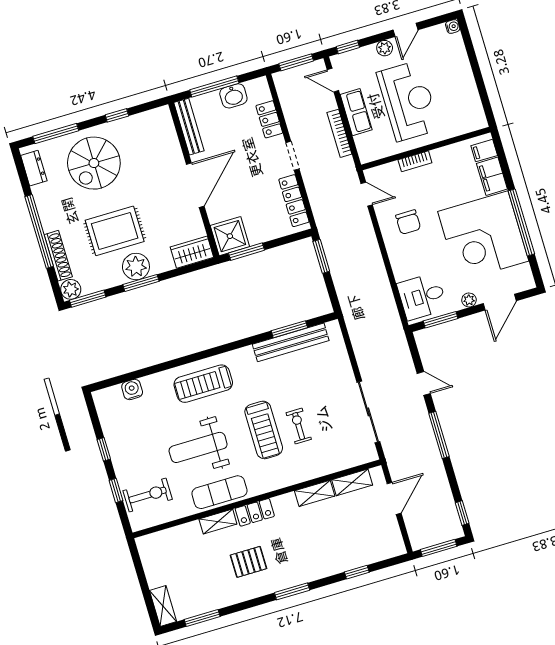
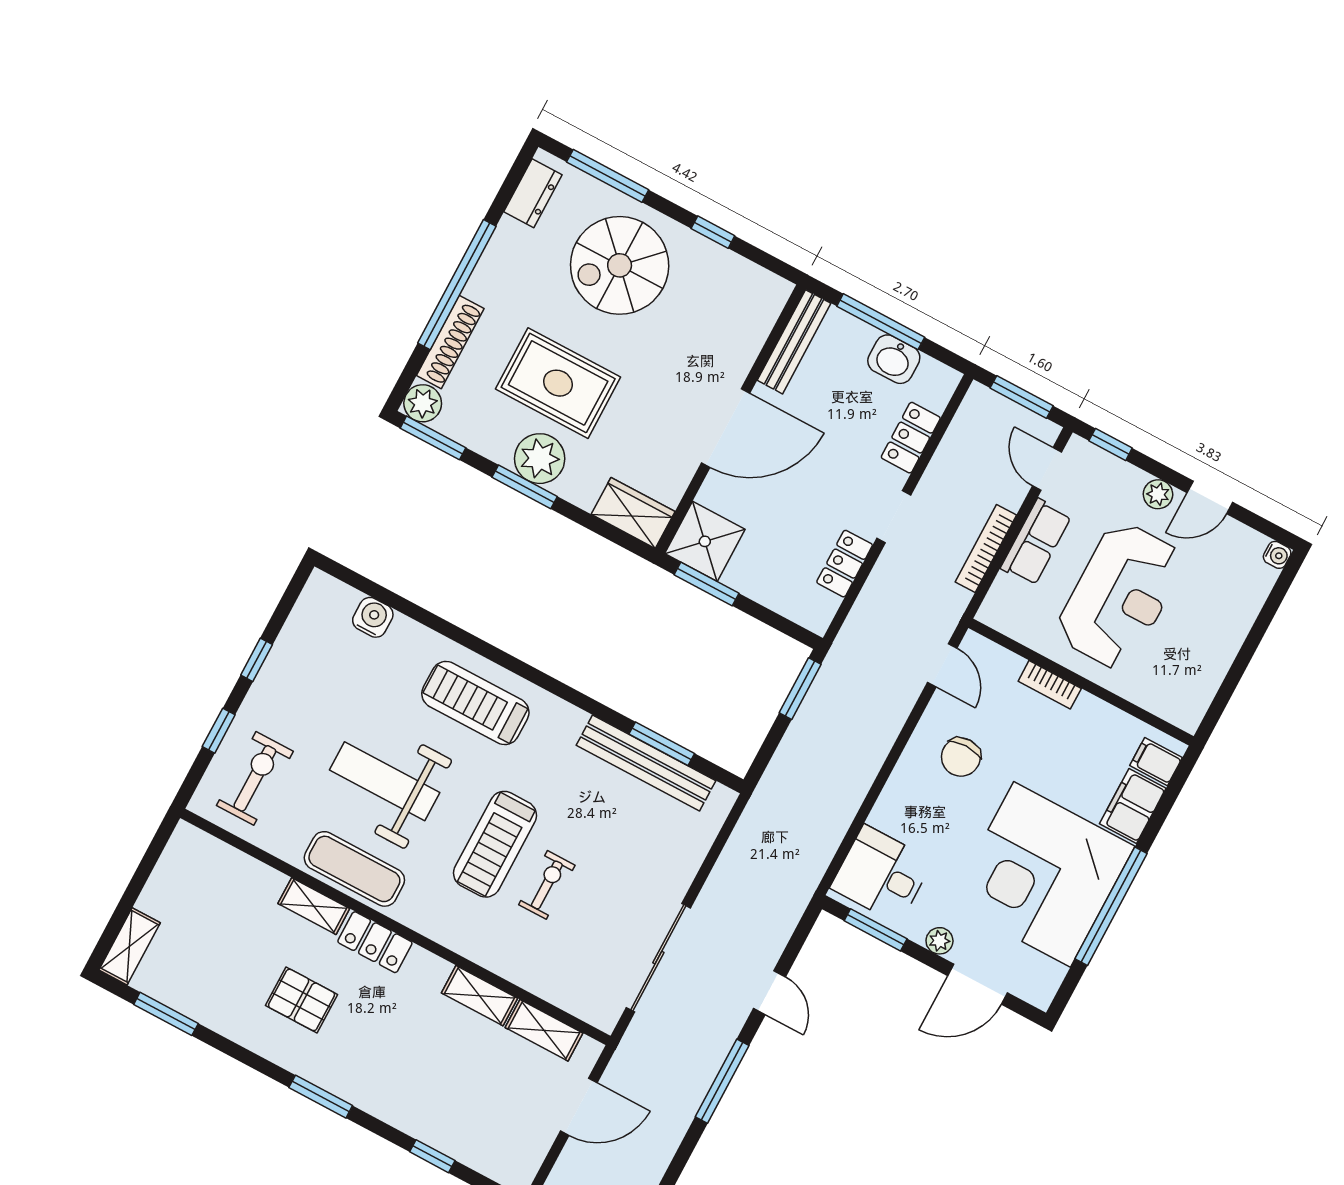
locker: (294, 201) -> (845, 564), width x0.66
exercise bike: (148, 495) -> (255, 778), turned -90

